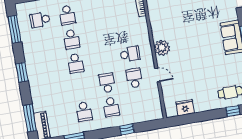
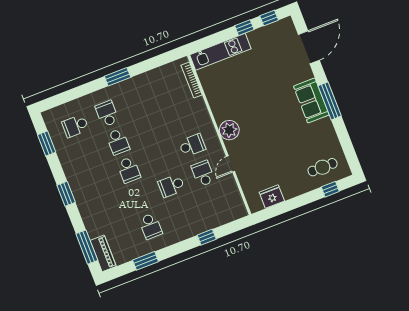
school desk: (67, 15) -> (107, 114), turned 180
window: (14, 29) -> (47, 143), width x0.69
door: (158, 75) -> (230, 164), swing flipped
school desk: (107, 83) -> (171, 186), turned -90
school desk: (111, 107) -> (182, 214), removed

